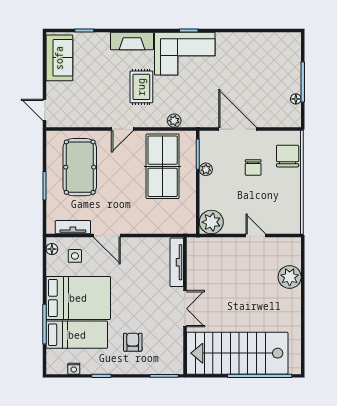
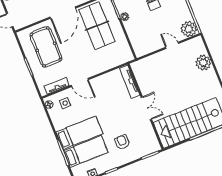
door: (122, 129) -> (63, 13), width x1.88
plant: (211, 222) -> (189, 29), moved
bed: (78, 298) -> (79, 133), width x0.67

